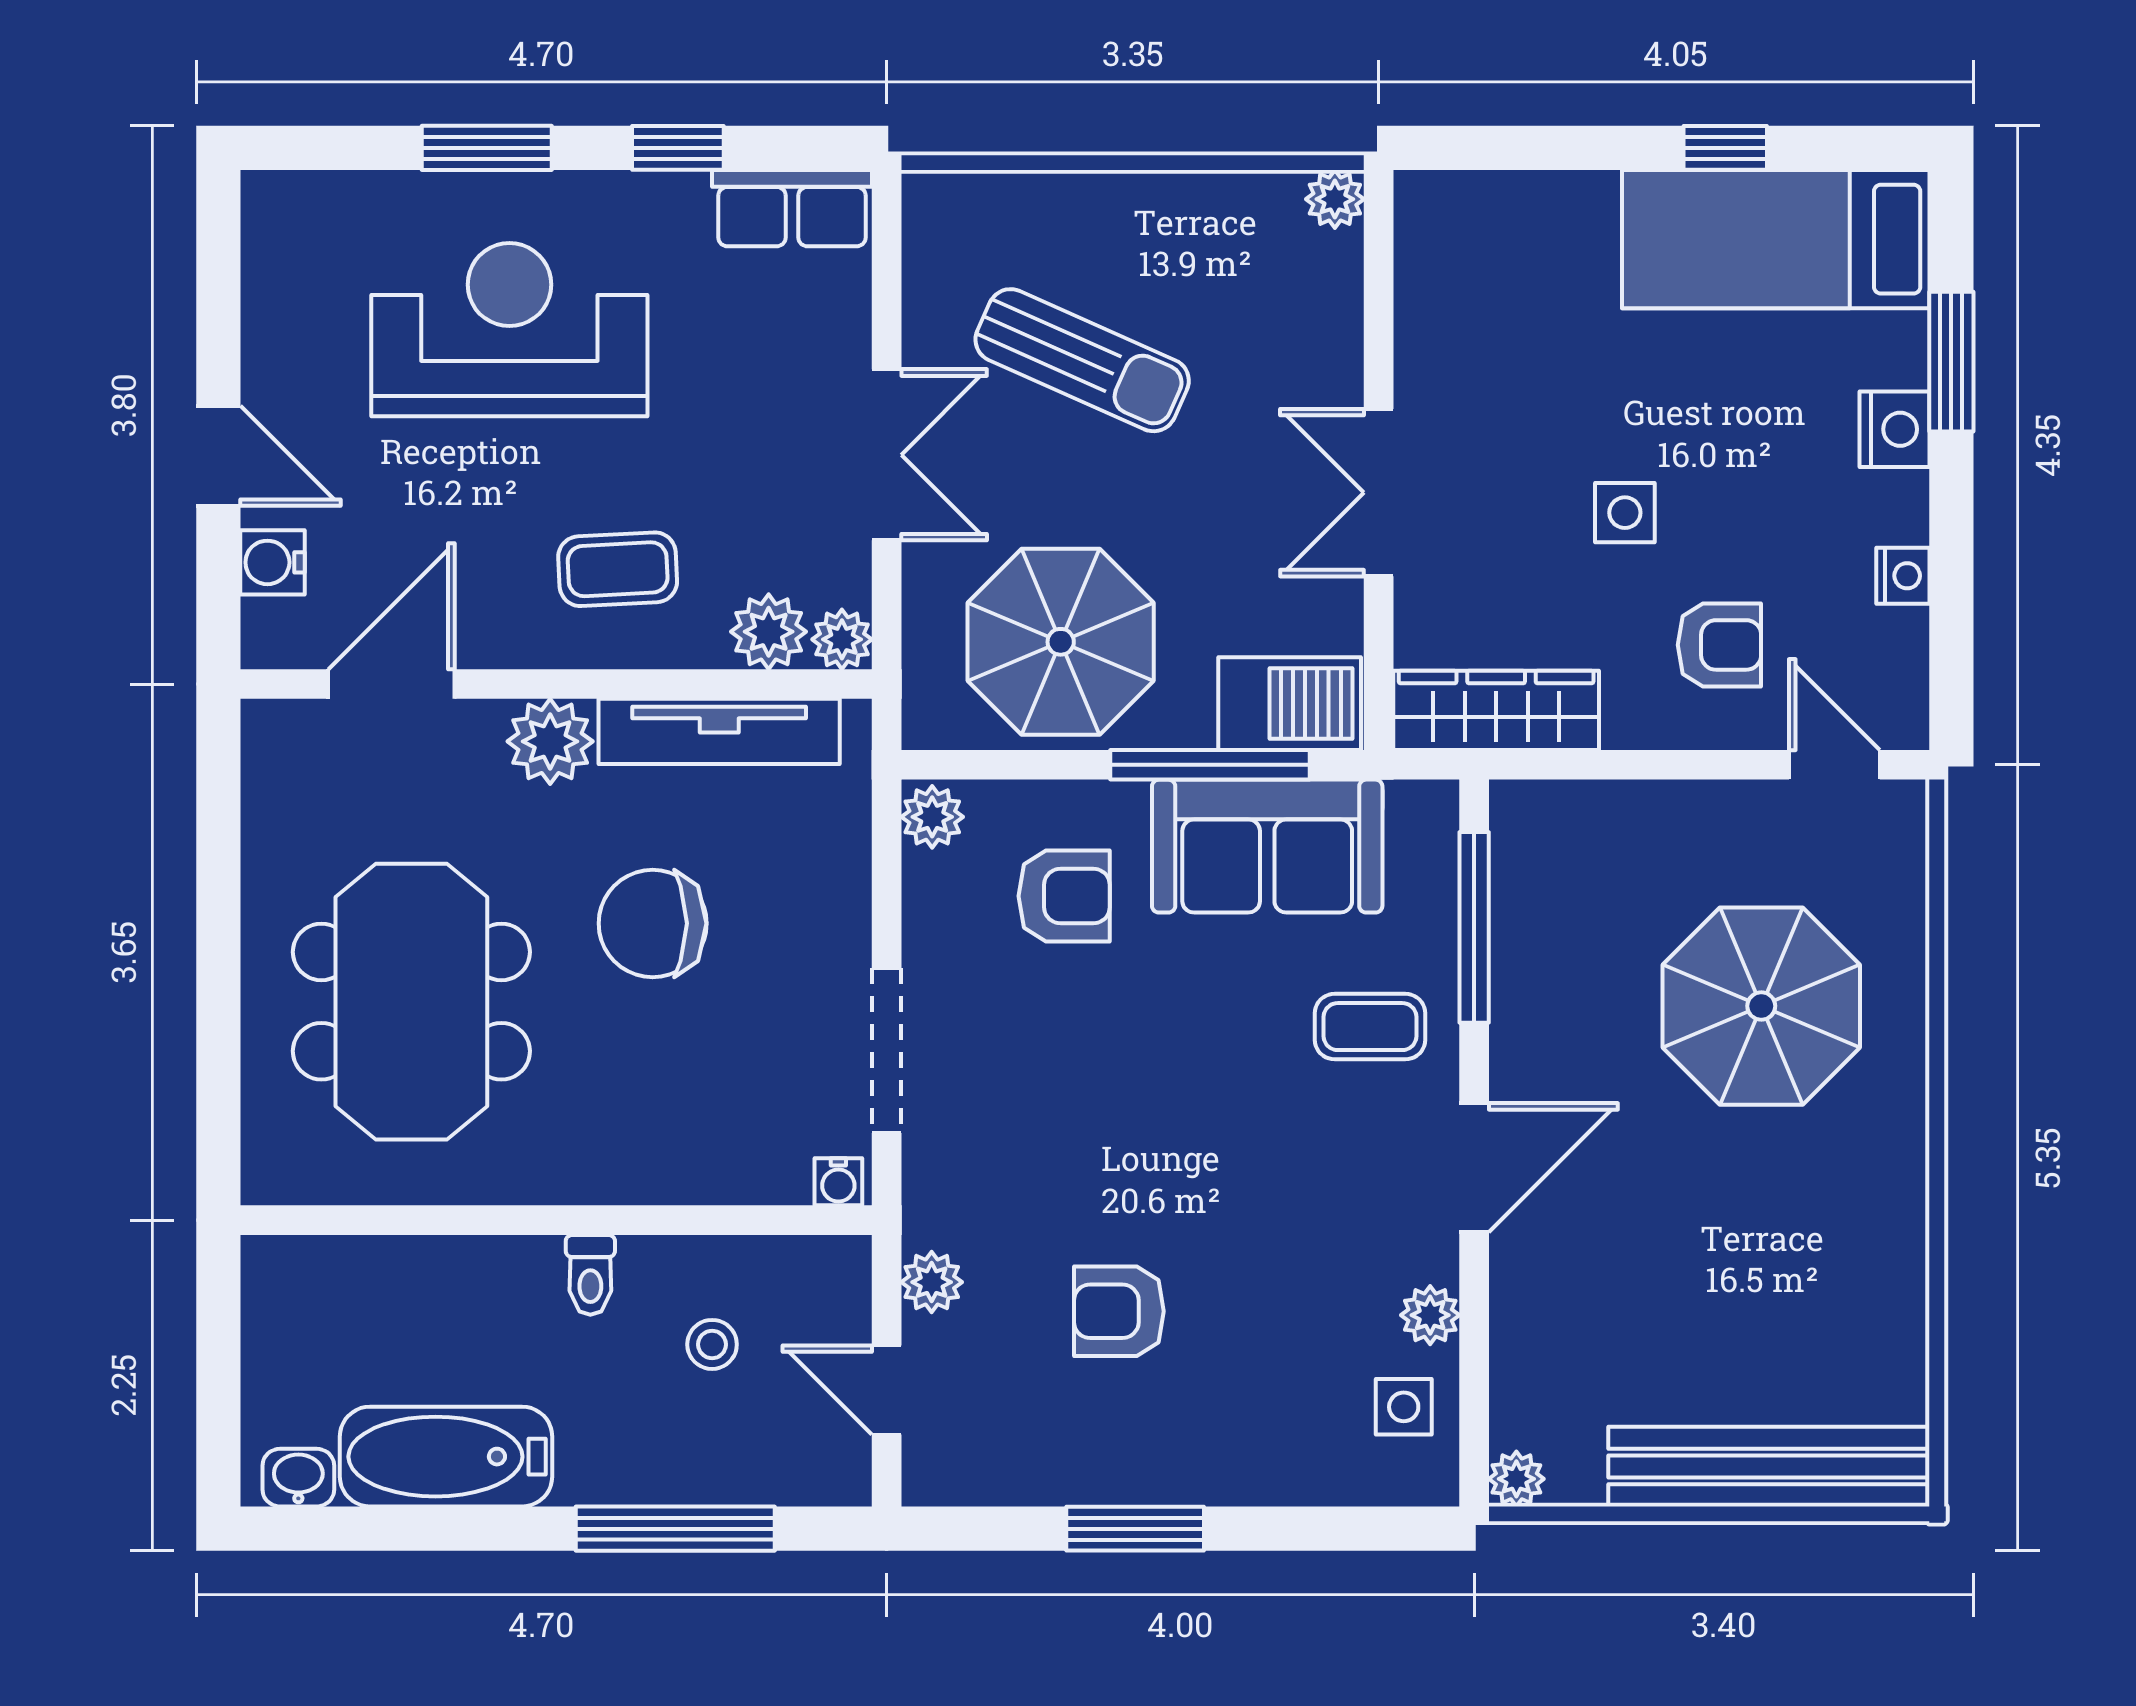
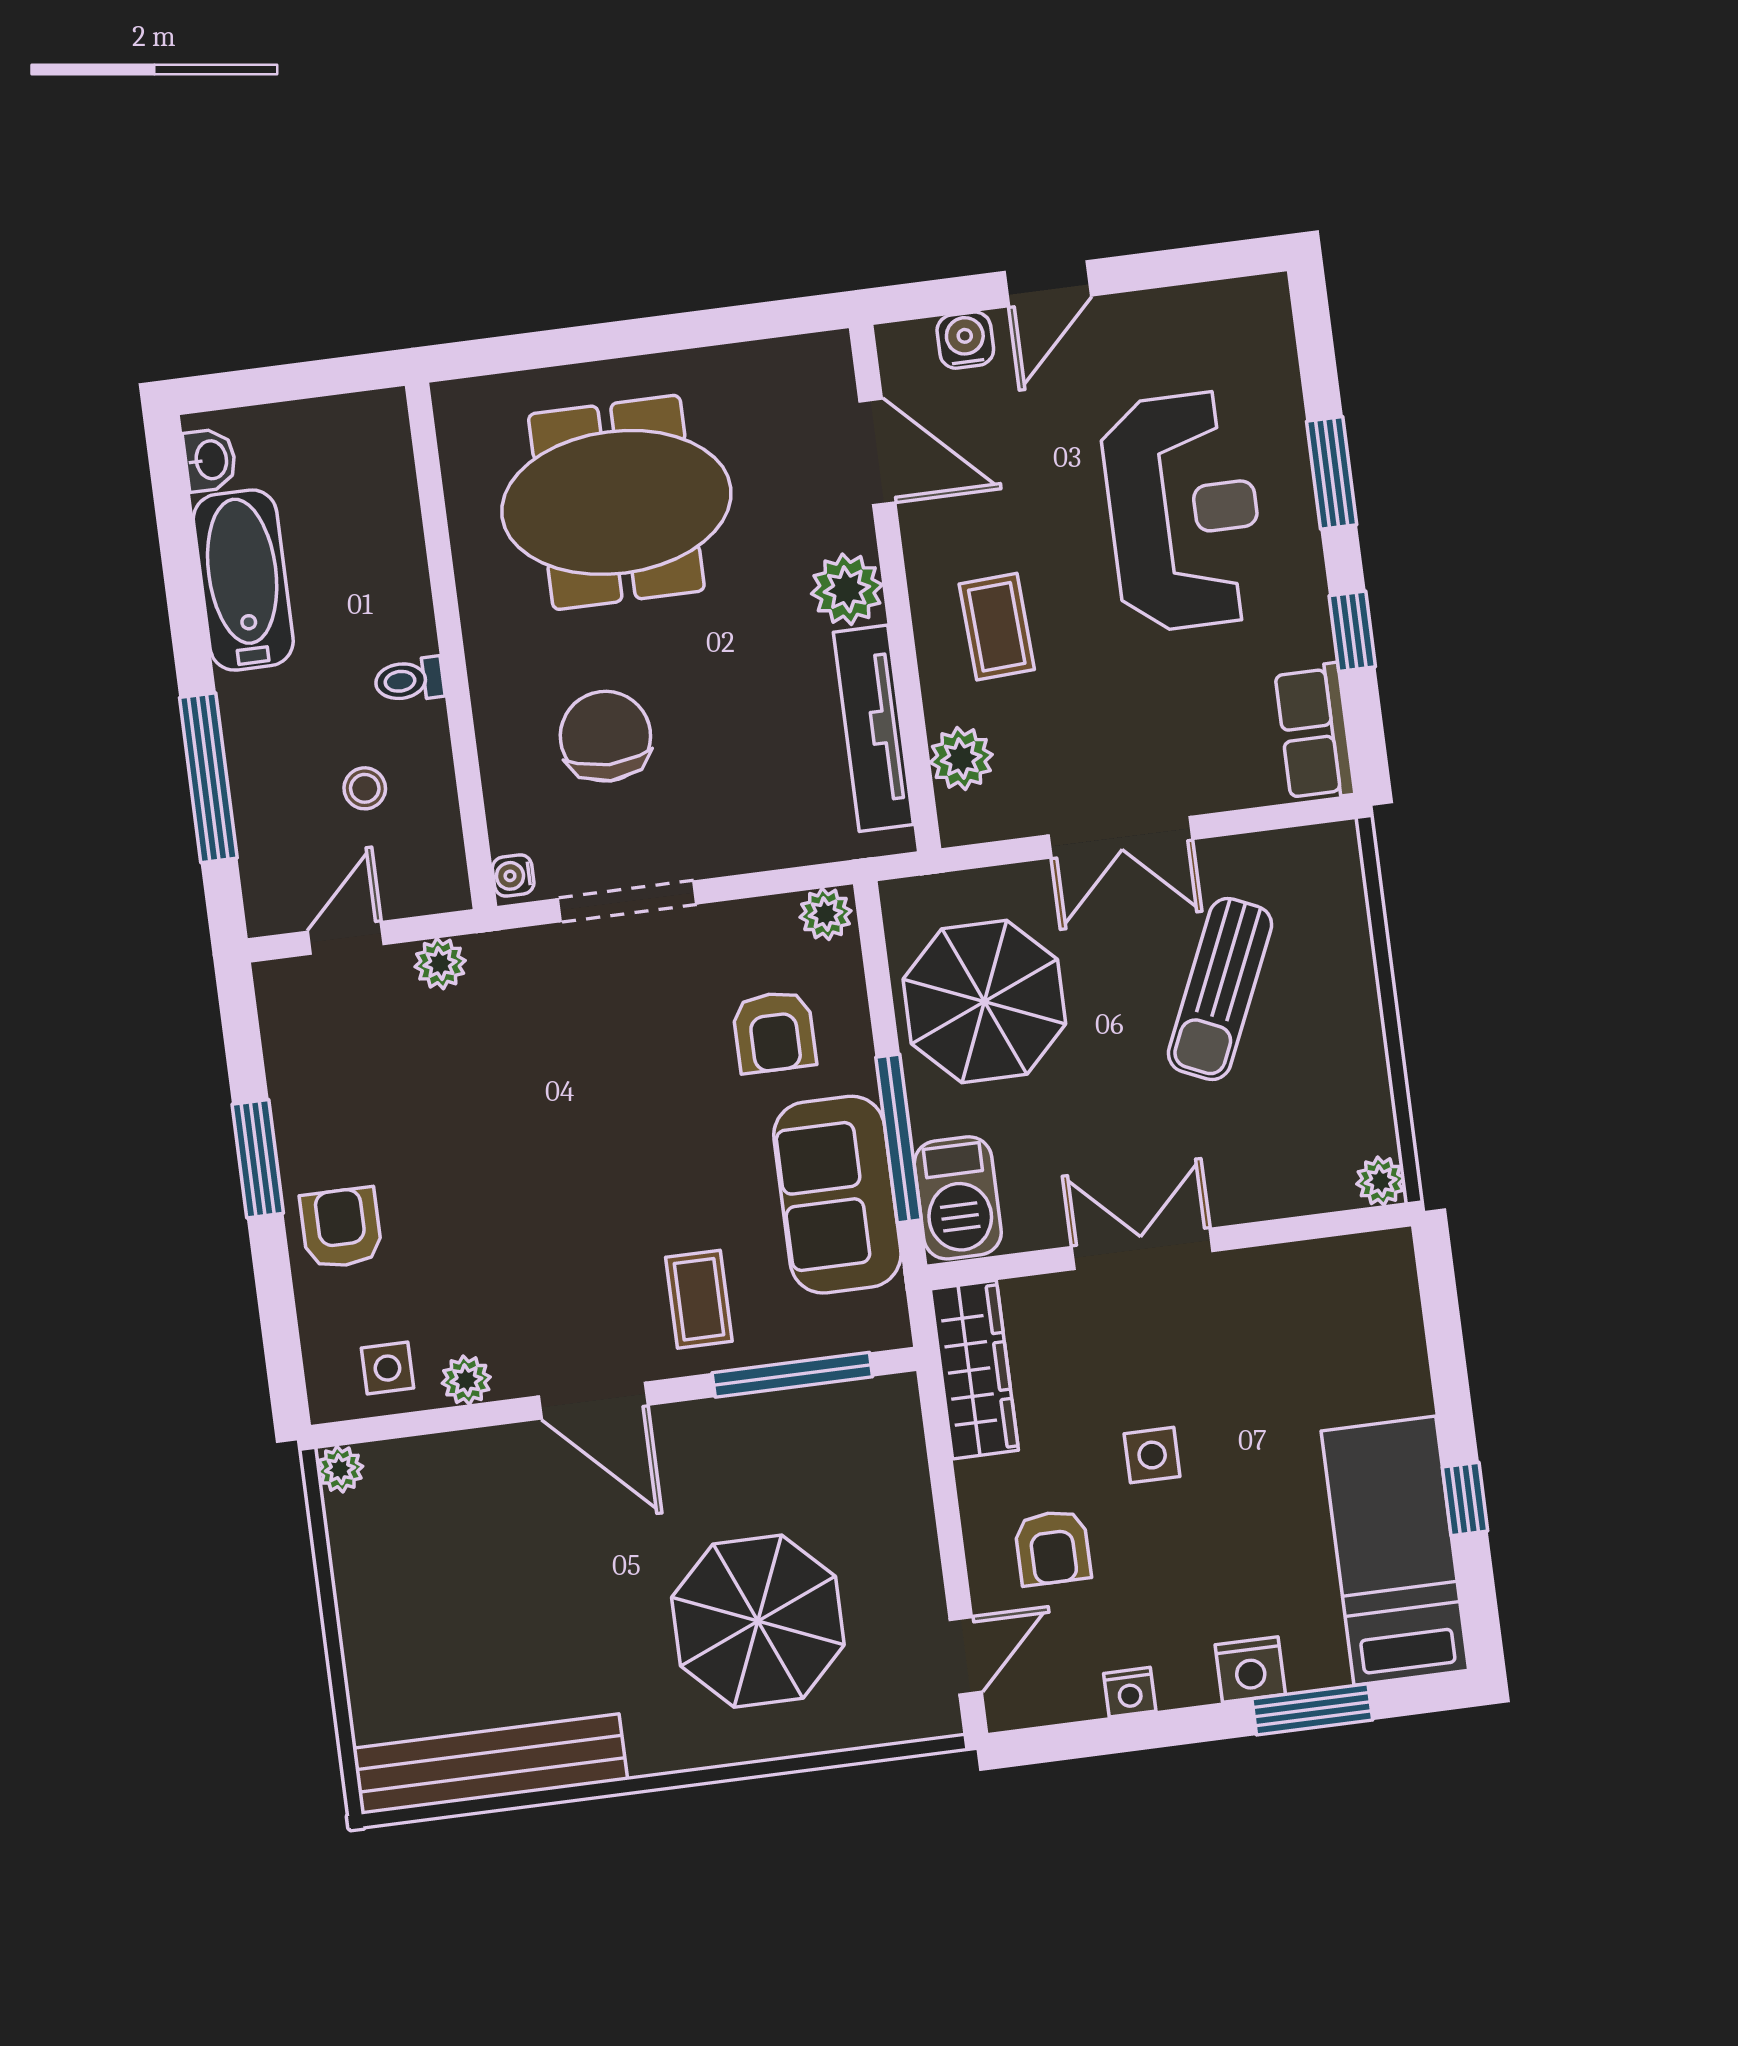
plant: (842, 639) -> (963, 820), removed
chair: (653, 923) -> (605, 736), moved
armchair: (1119, 1311) -> (341, 1228), moved
bench: (1769, 1467) -> (490, 1764), moved, turned 90

